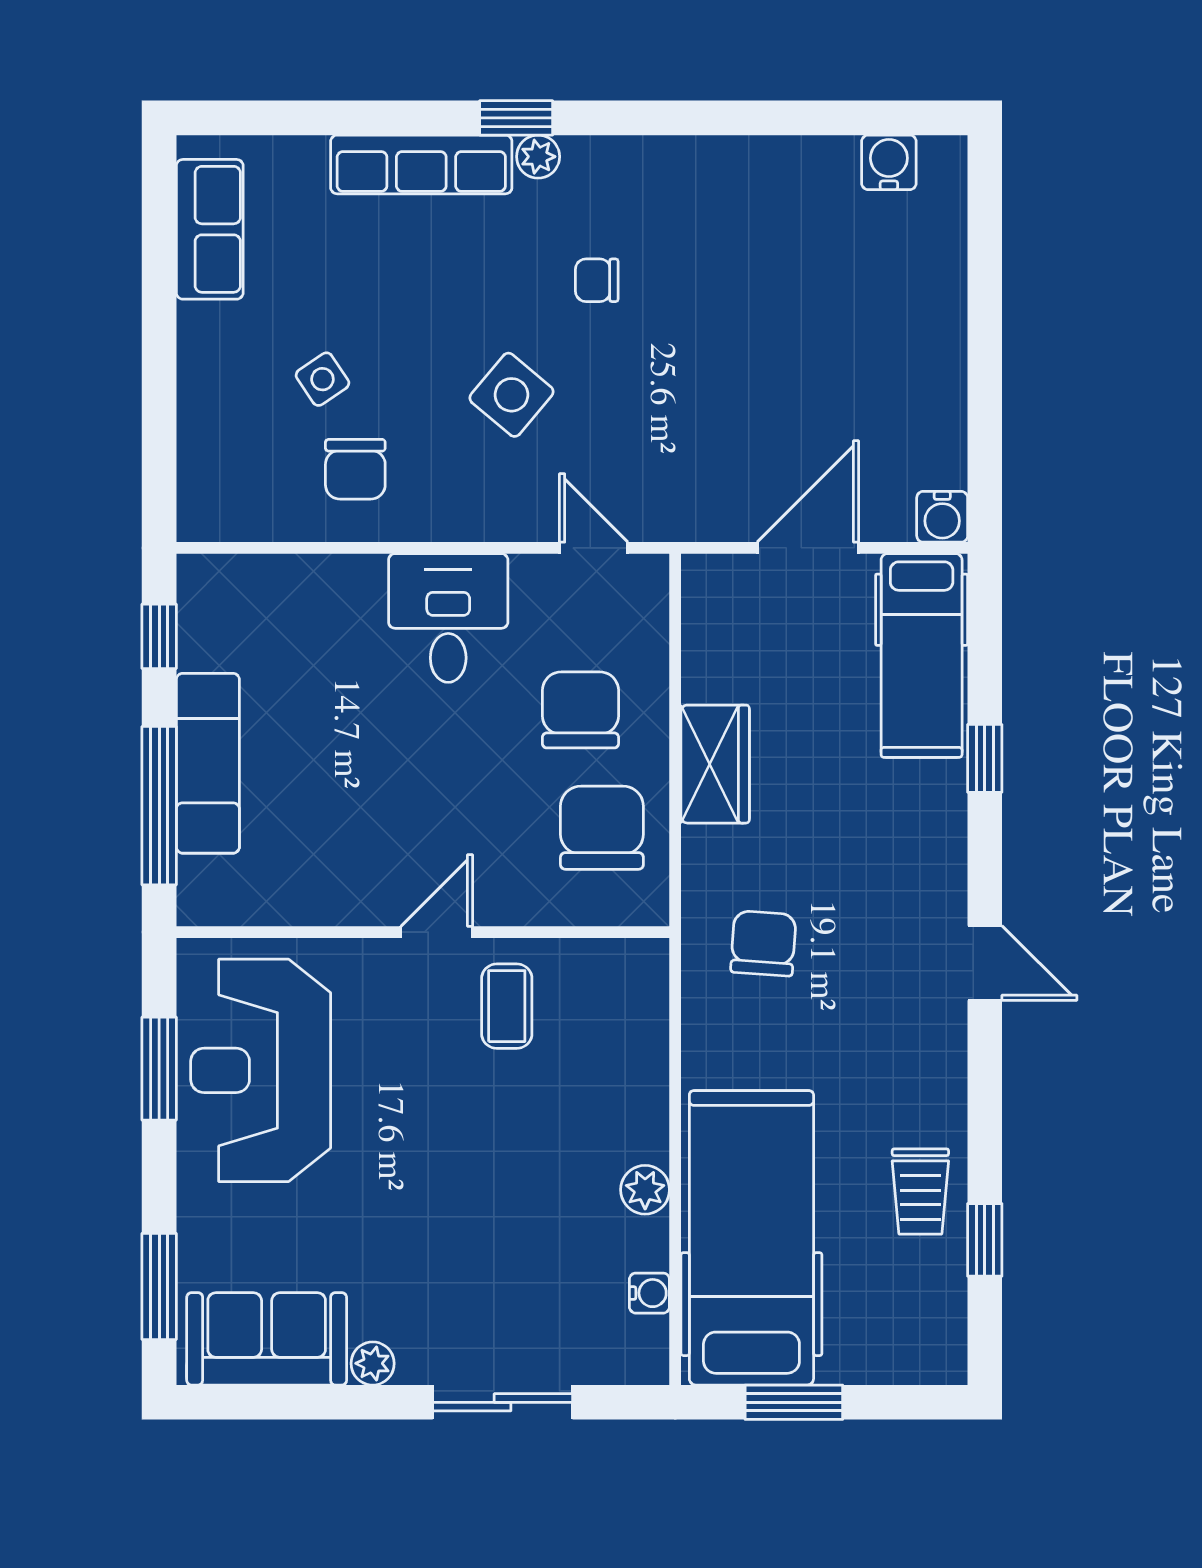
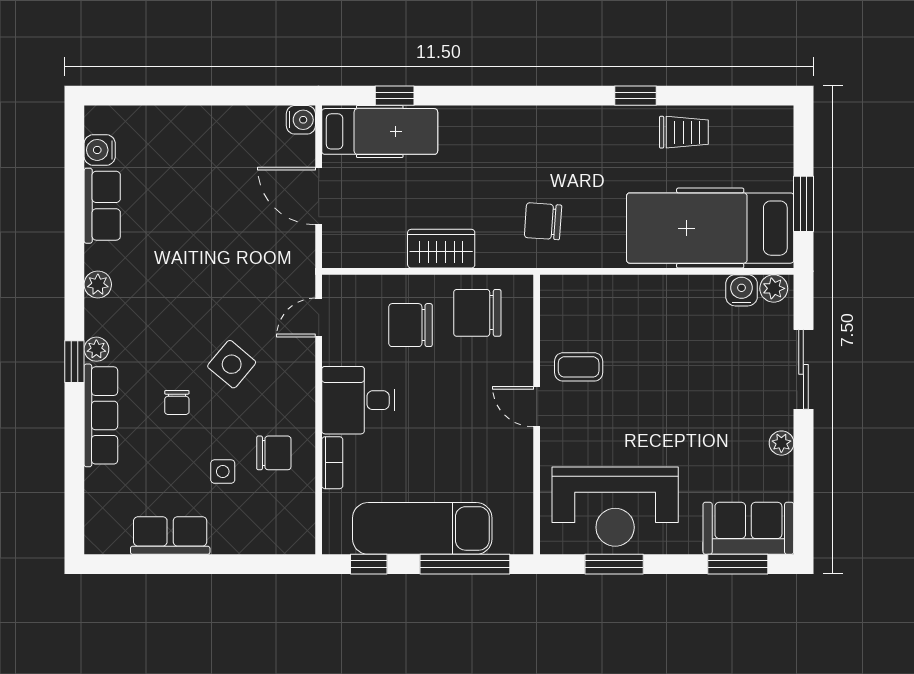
plant: (652, 159) -> (98, 284), added
row of seats: (791, 167) -> (102, 206), added
row of seats: (210, 229) -> (170, 536), moved
chair: (597, 280) -> (177, 402), moved
side table: (322, 379) -> (223, 472), turned 34
bookcase: (338, 572) -> (332, 463), added
window: (985, 758) -> (395, 96), moved
exam couch: (208, 763) -> (422, 528), width x1.36, depth x1.45
door: (985, 963) -> (554, 96), removed
plant: (645, 1190) -> (774, 288), moved
window: (985, 1240) -> (636, 96), moved
water cooler: (649, 1293) -> (742, 290), width x1.38, depth x1.38
sofa: (267, 1339) -> (748, 528), moved, turned 90

